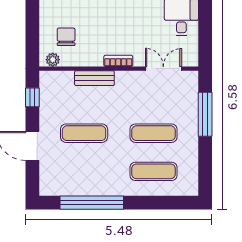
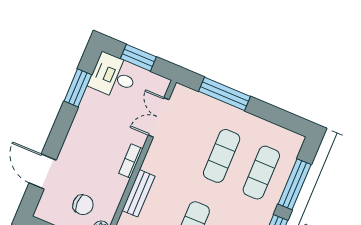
window: (205, 31) -> (138, 58), added
chair: (66, 37) -> (83, 205), turned 180
window: (155, 203) -> (295, 184), added

